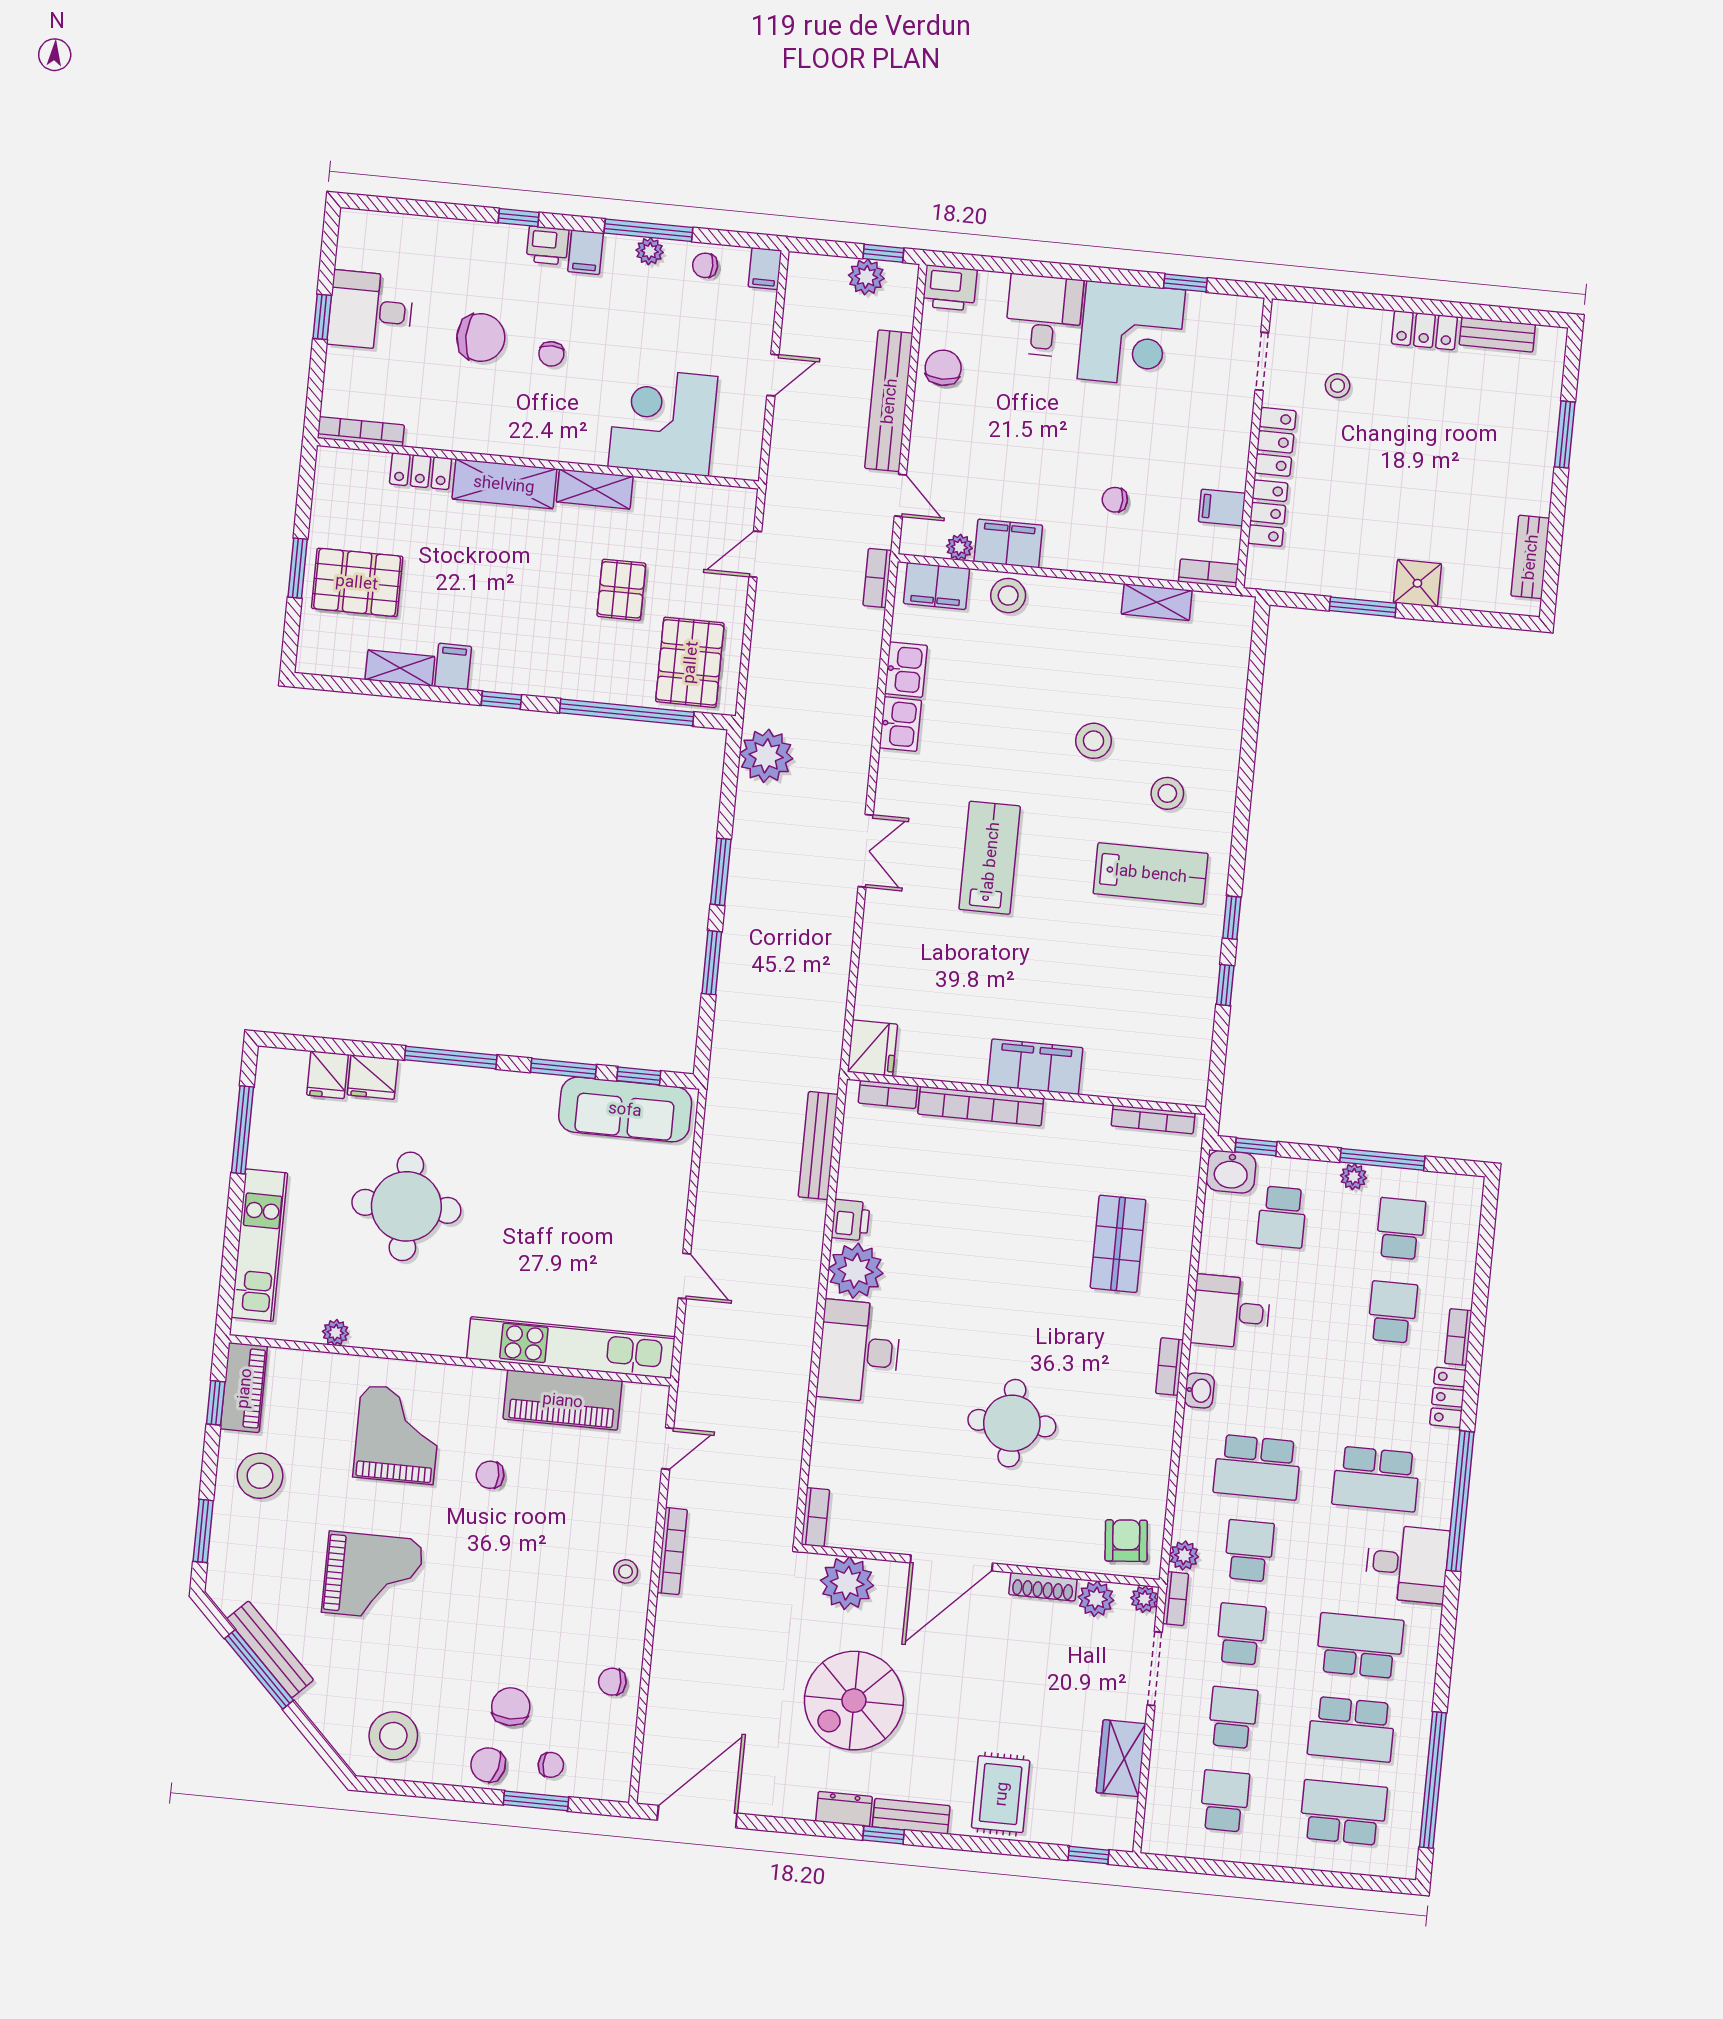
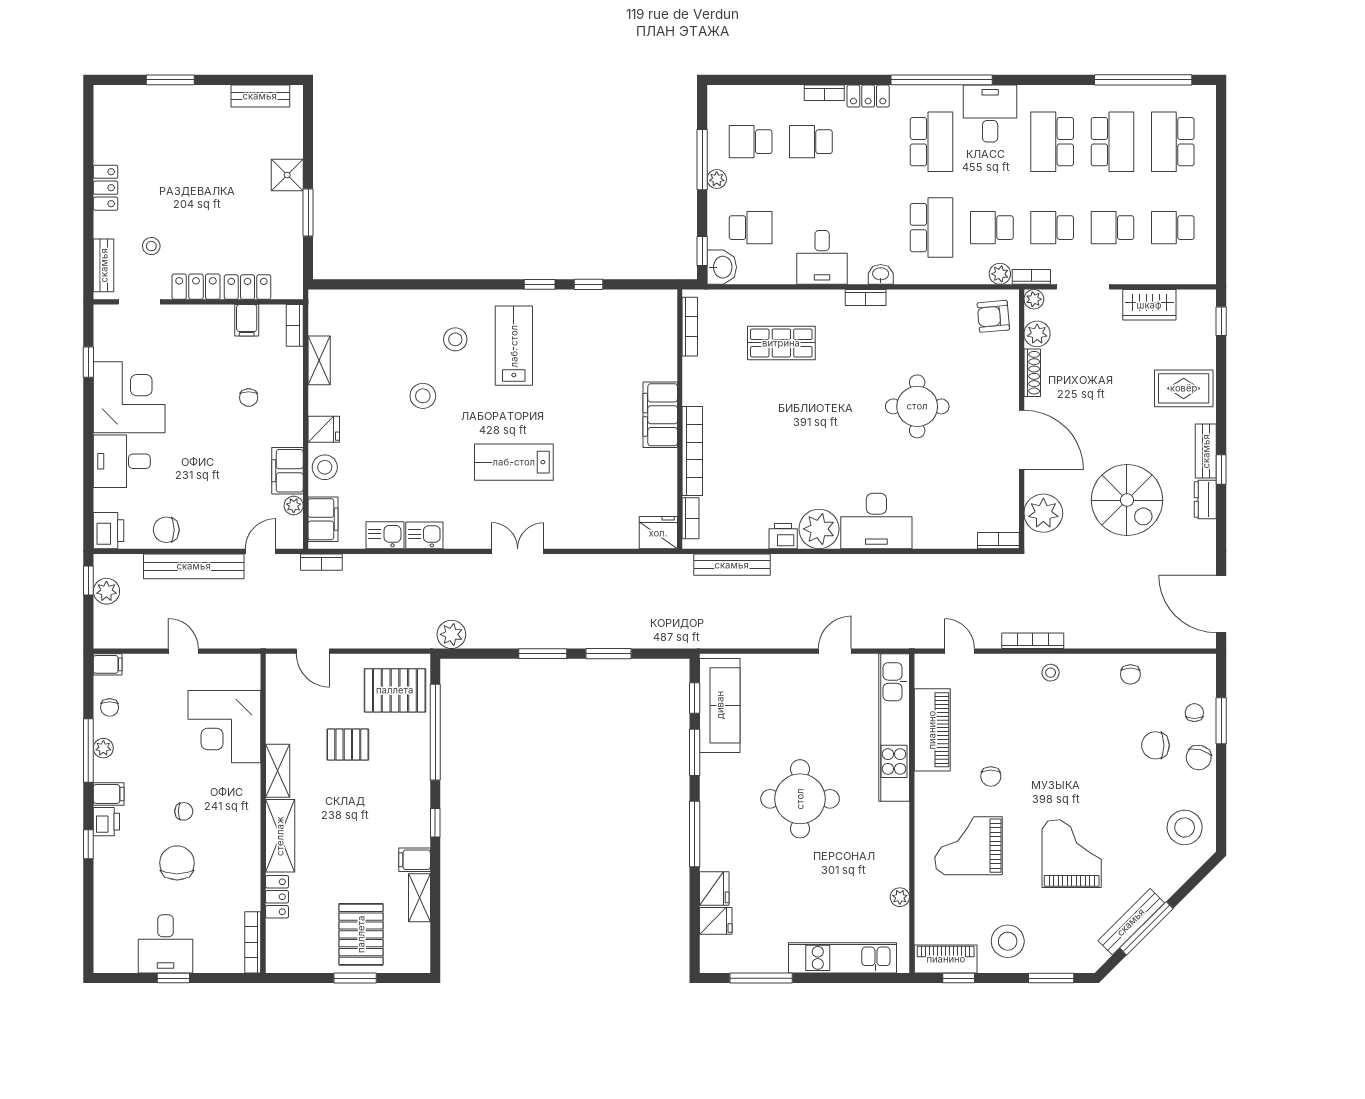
bench: (1497, 335) -> (104, 265), moved
fridge: (1061, 599) -> (324, 429), added
plant: (766, 756) -> (451, 634), width x0.73, depth x0.73
round table: (406, 1206) -> (800, 799), moved

